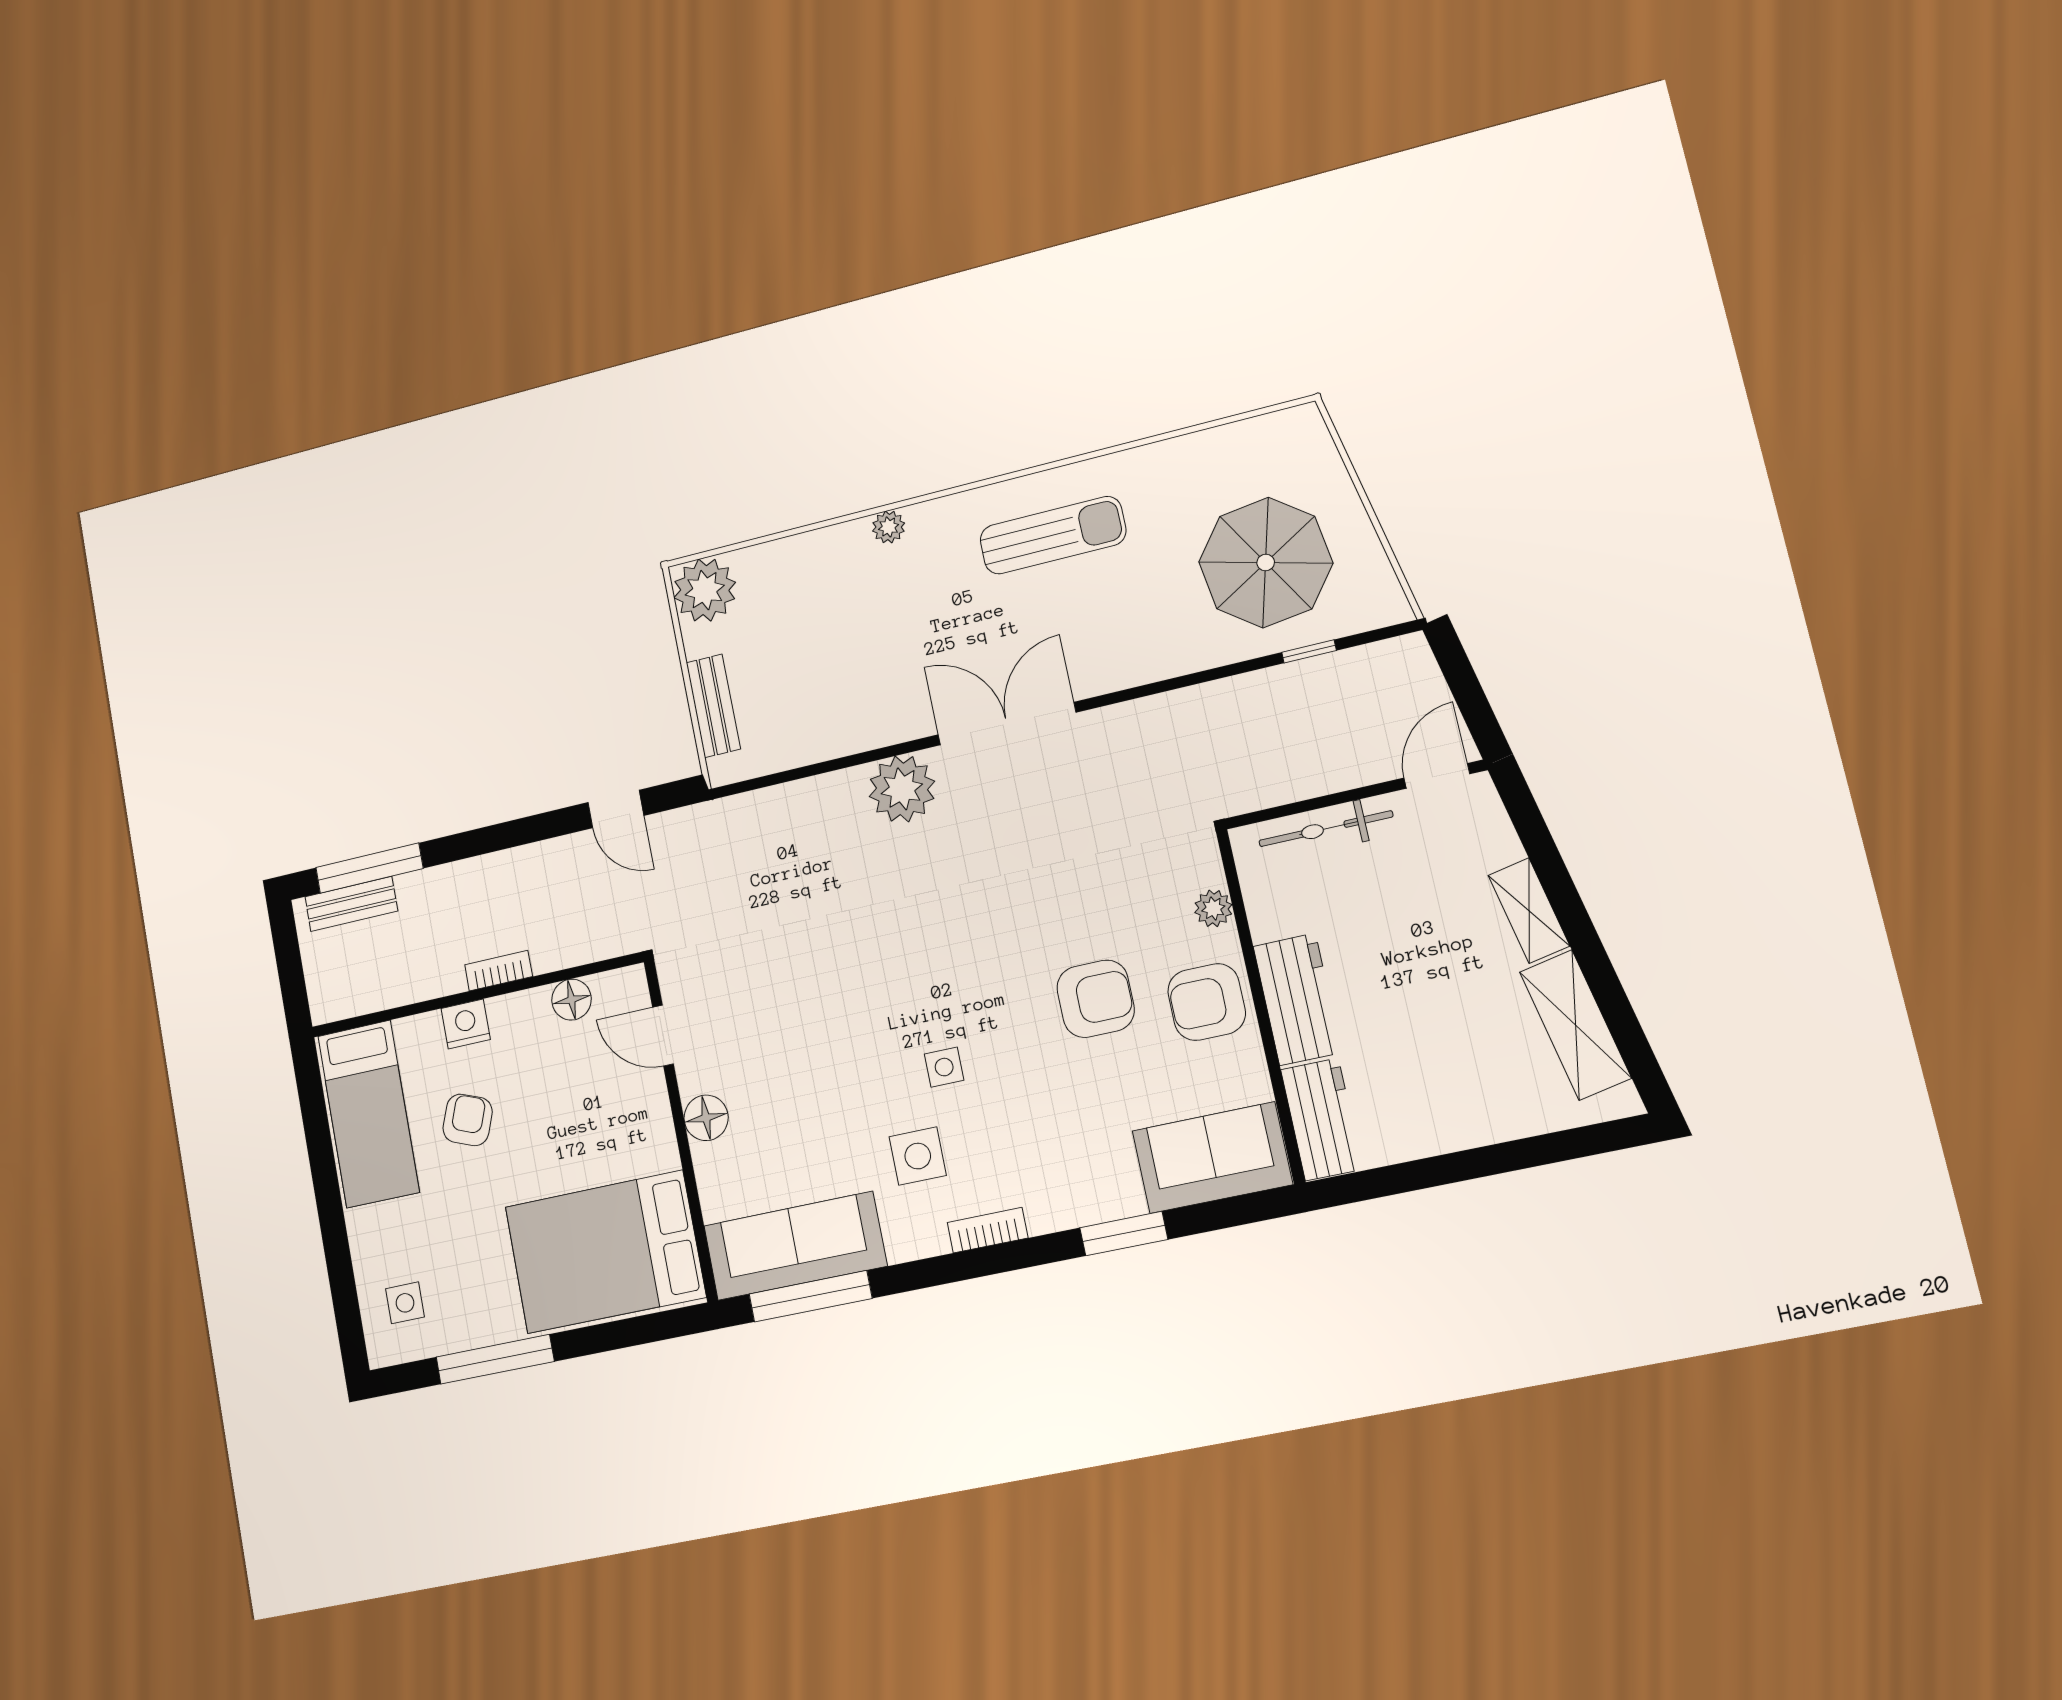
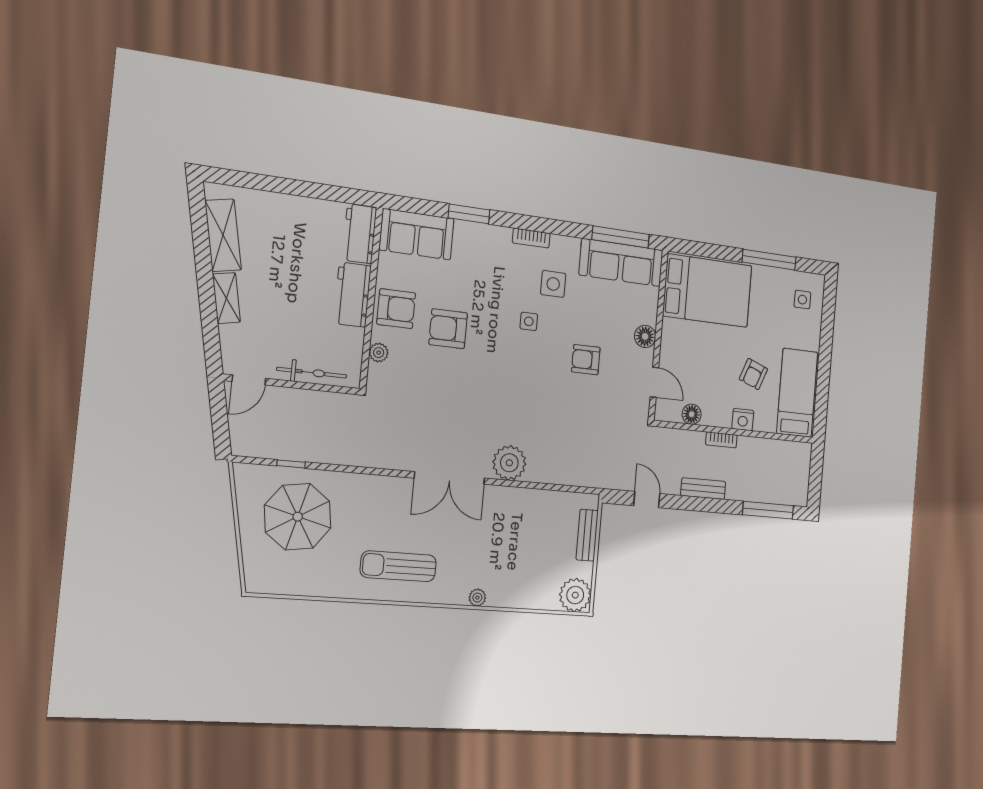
bench: (351, 904) -> (703, 489), moved
armchair: (811, 1033) -> (586, 360), added

